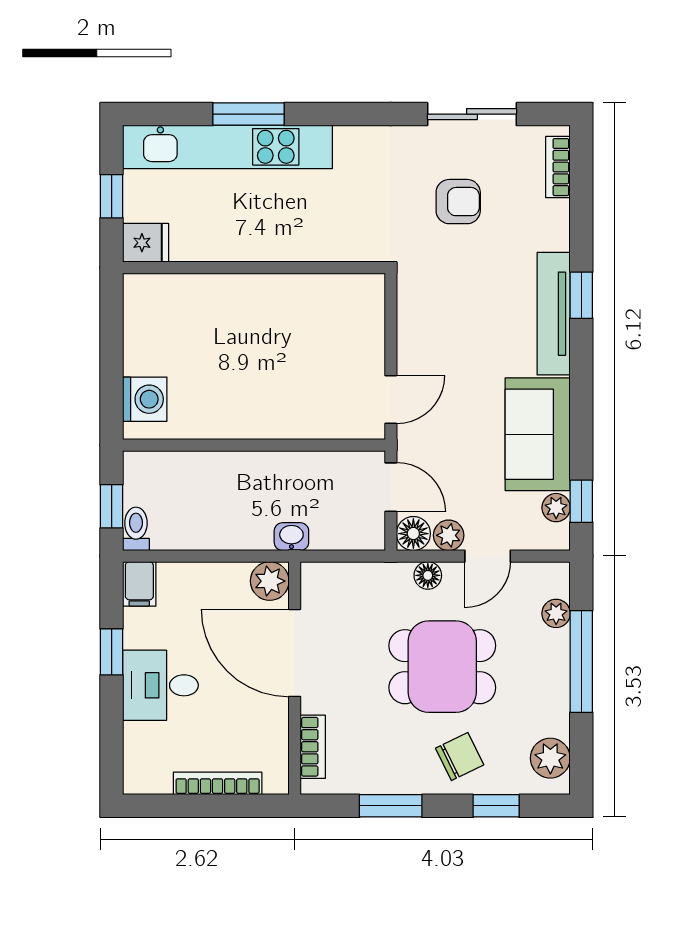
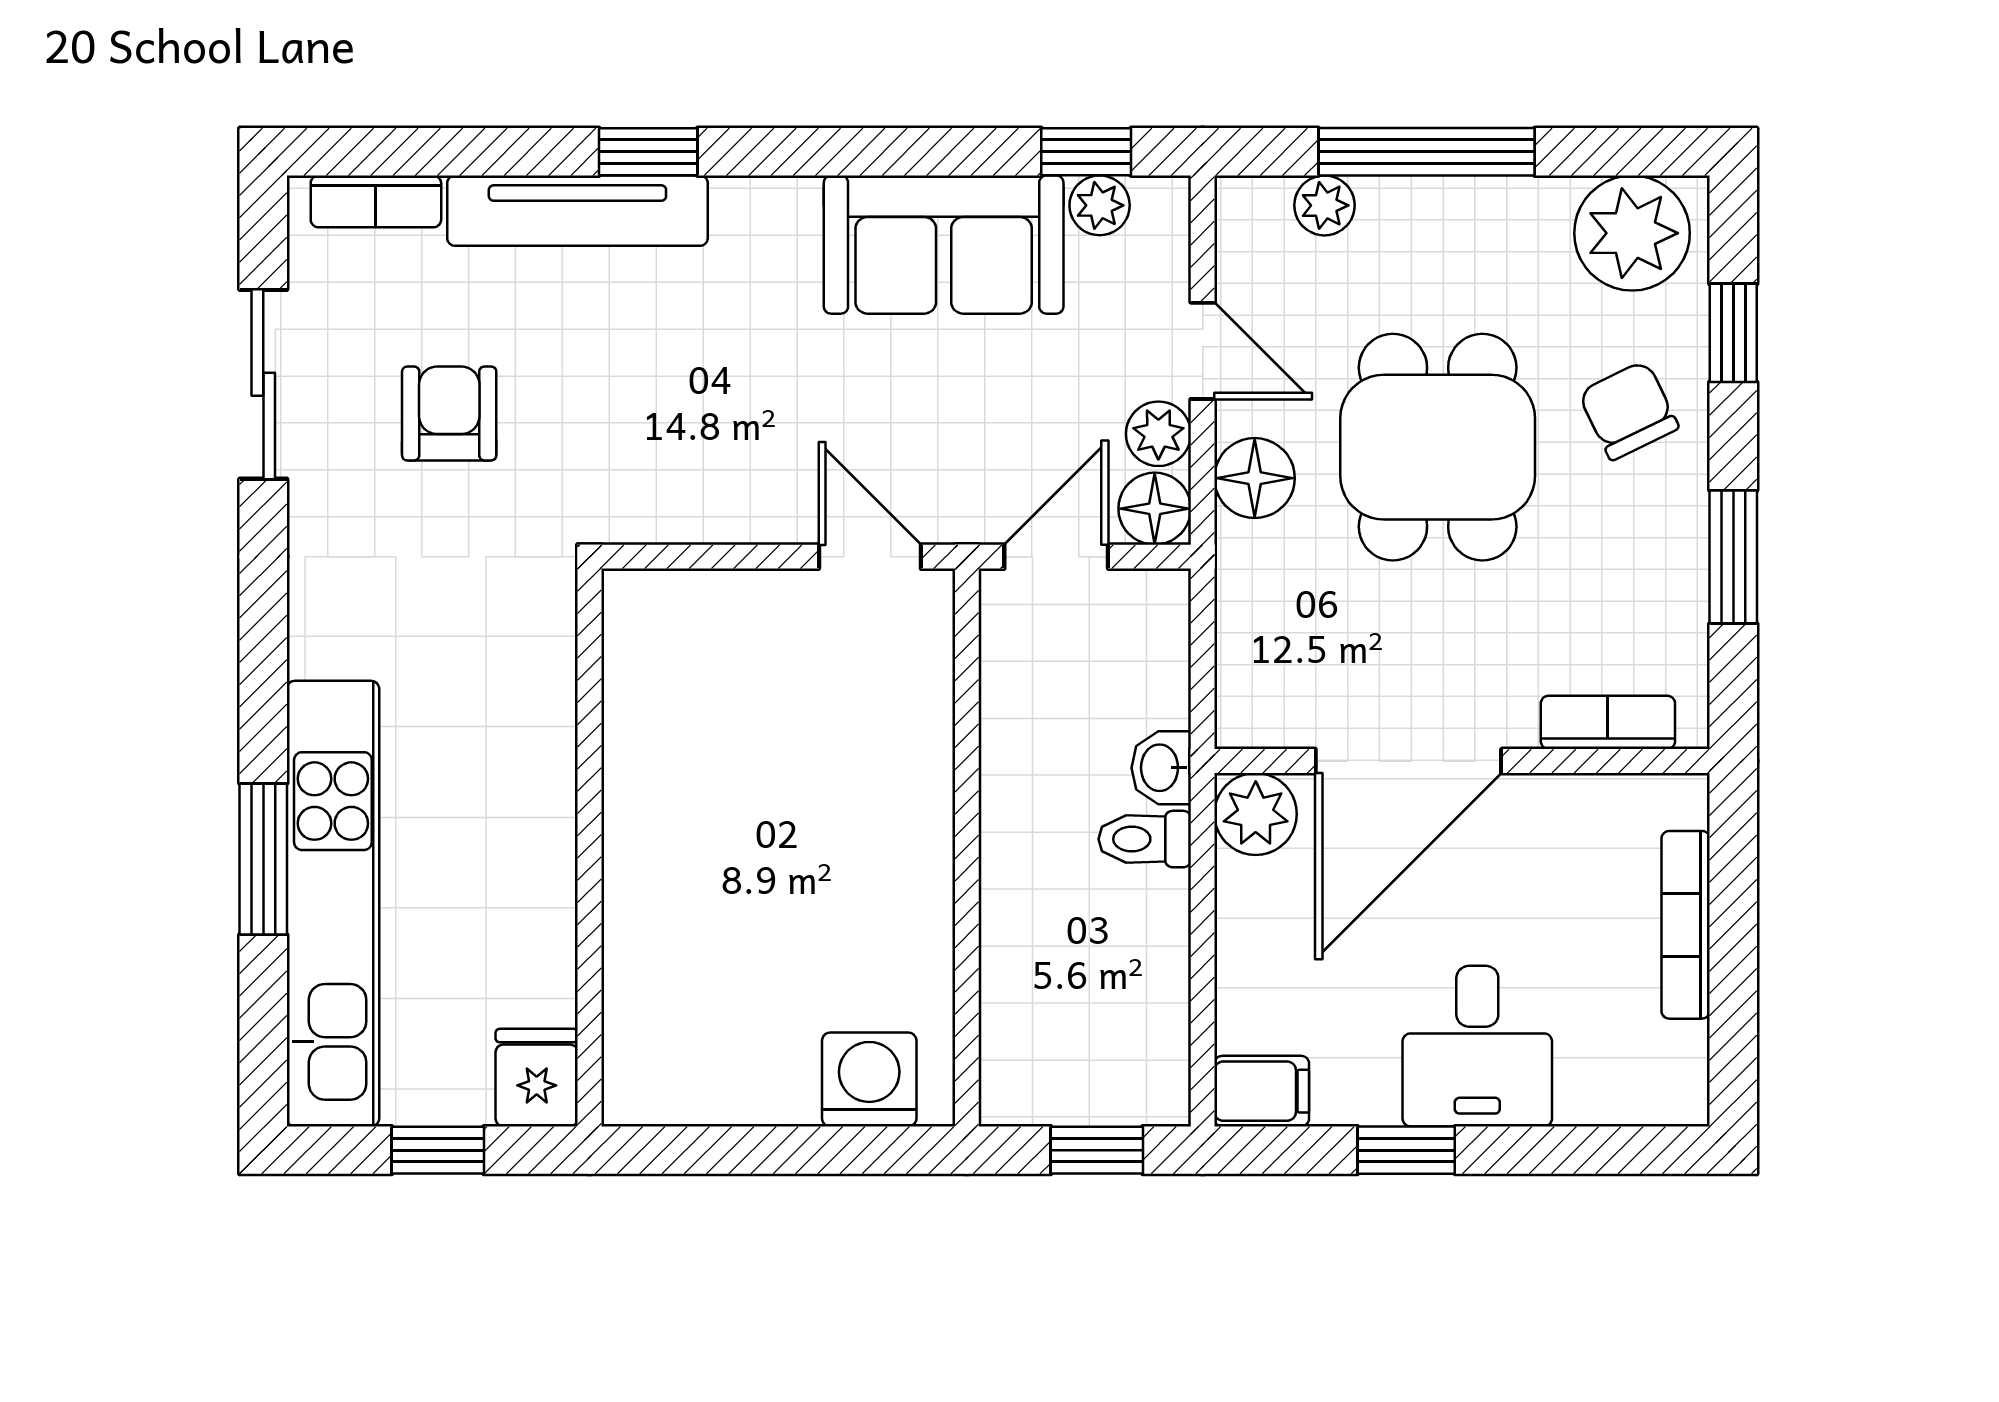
tv unit: (554, 314) -> (577, 211), moved
toilet: (136, 529) -> (1145, 839), moved
floor lamp: (428, 575) -> (1255, 478), width x1.37, depth x1.37
plant: (550, 758) -> (1632, 233), width x1.36, depth x1.36

